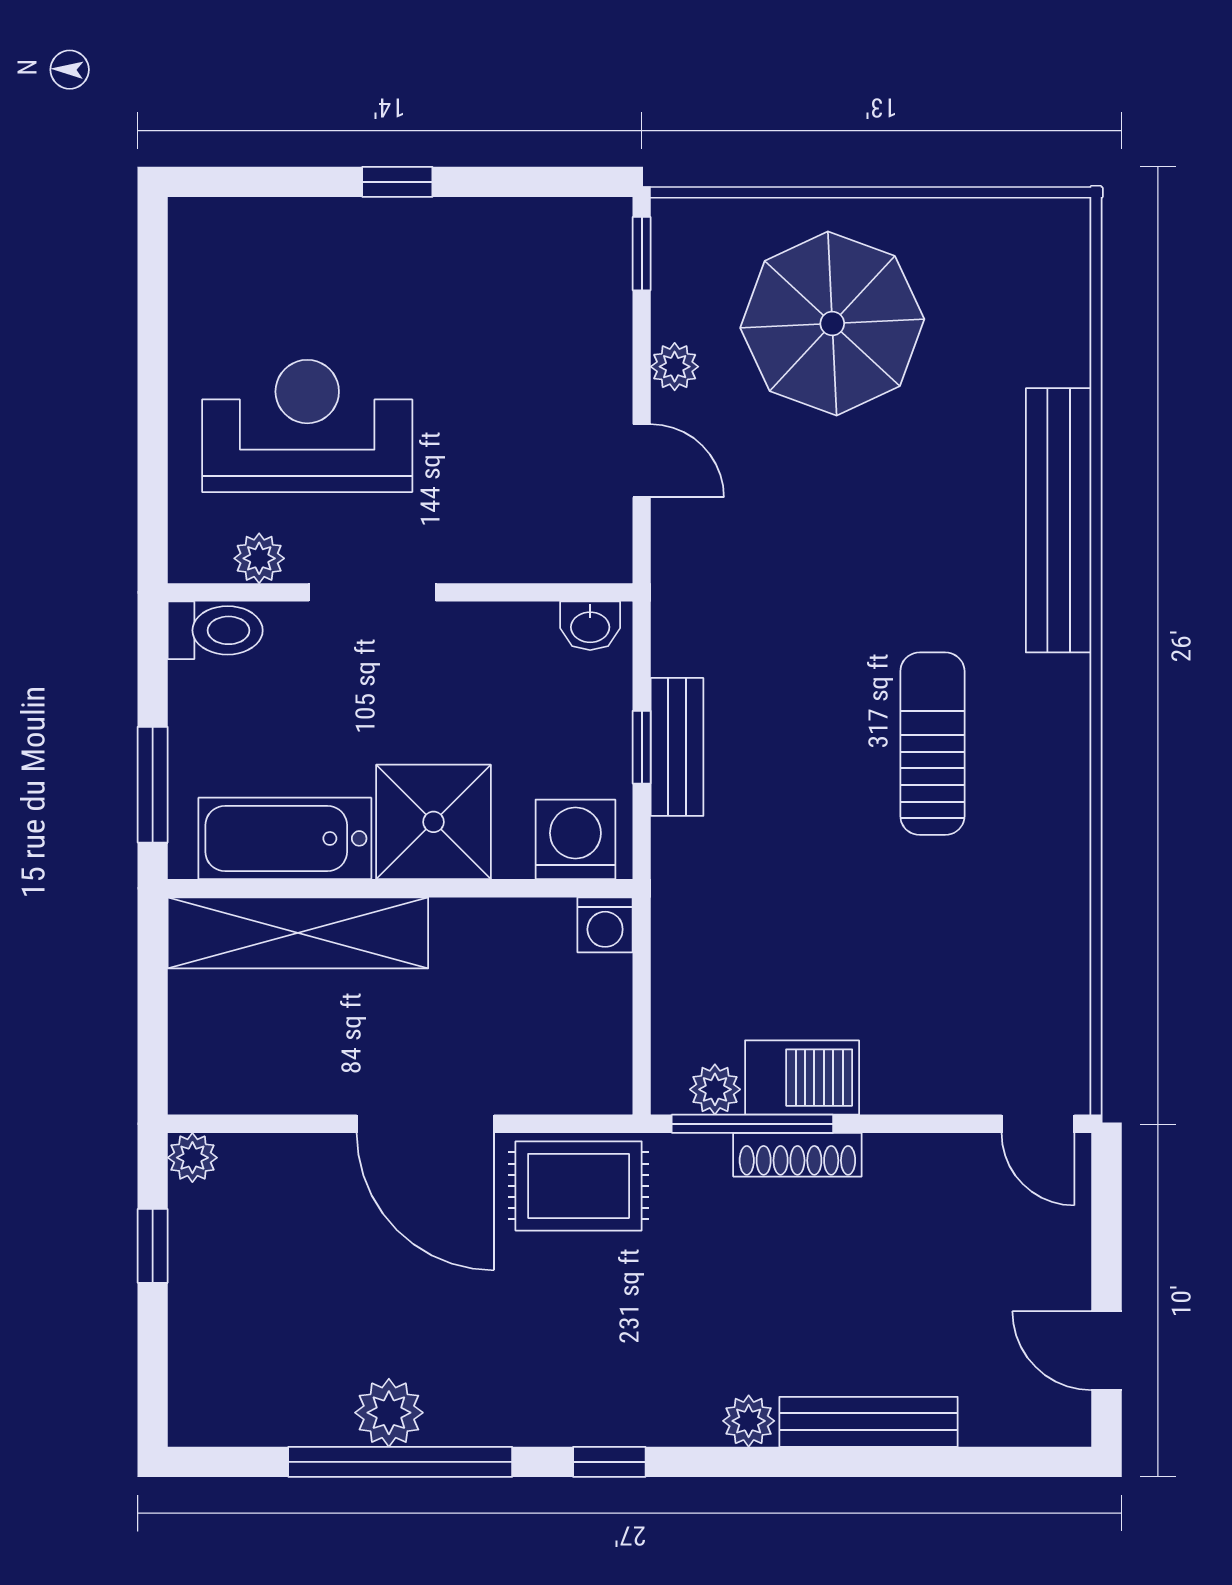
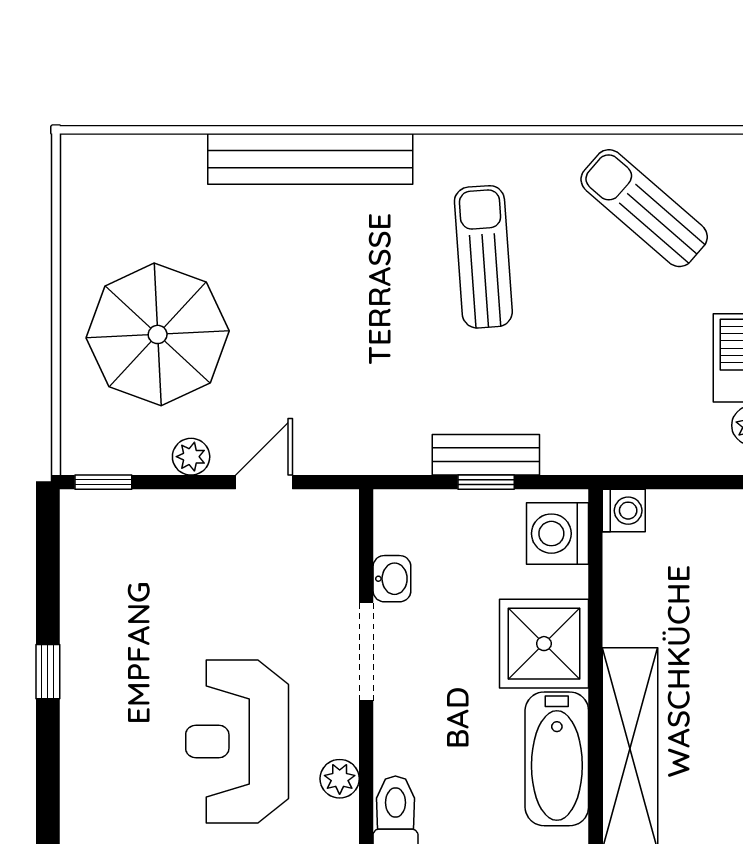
doorway: (372, 592) -> (366, 652), moved
washbasin: (590, 626) -> (392, 579), moved
sun lounger: (932, 744) -> (483, 257), turned 86
sun lounger: (995, 951) -> (644, 208), added

